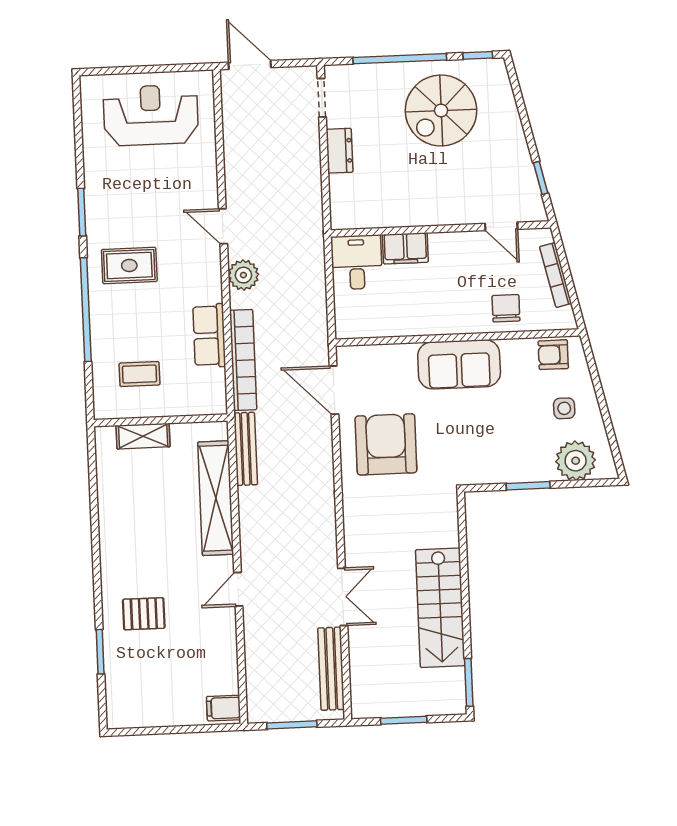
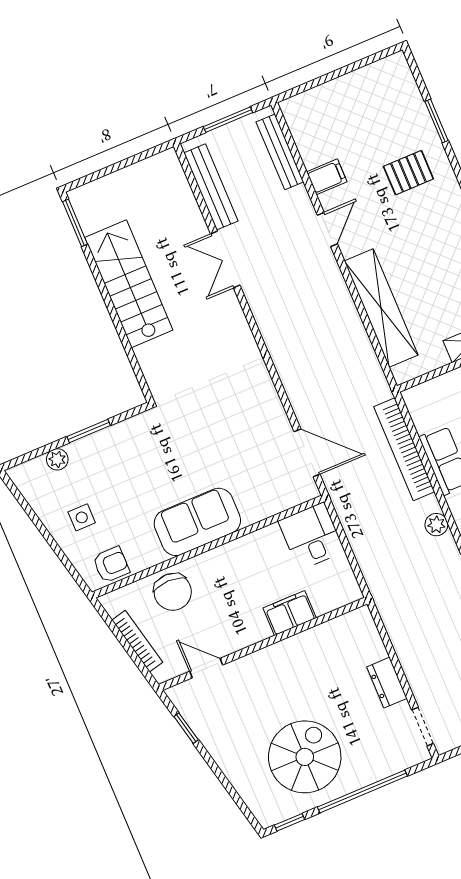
desk: (357, 262) -> (311, 536), moved, turned 180
plant: (243, 275) -> (436, 525), width x0.73, depth x0.73
chair: (506, 308) -> (173, 592), width x1.37, depth x1.37
armchair: (386, 444) -> (238, 420), removed
bench: (246, 449) -> (280, 152), moved
plant: (576, 461) -> (57, 459), width x0.53, depth x0.53
filing cabinet: (224, 708) -> (327, 177), moved
window: (404, 720) -> (123, 164), removed

